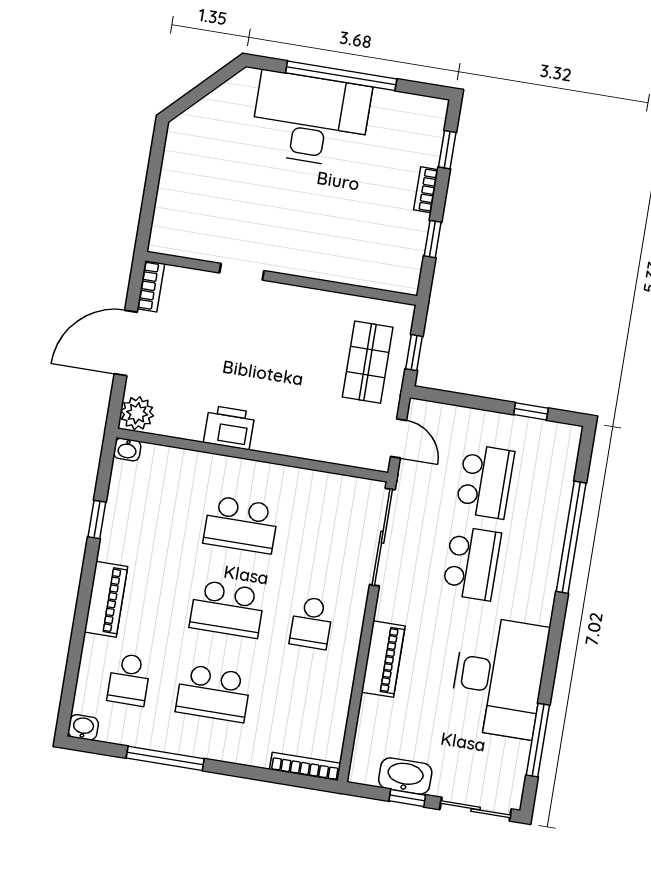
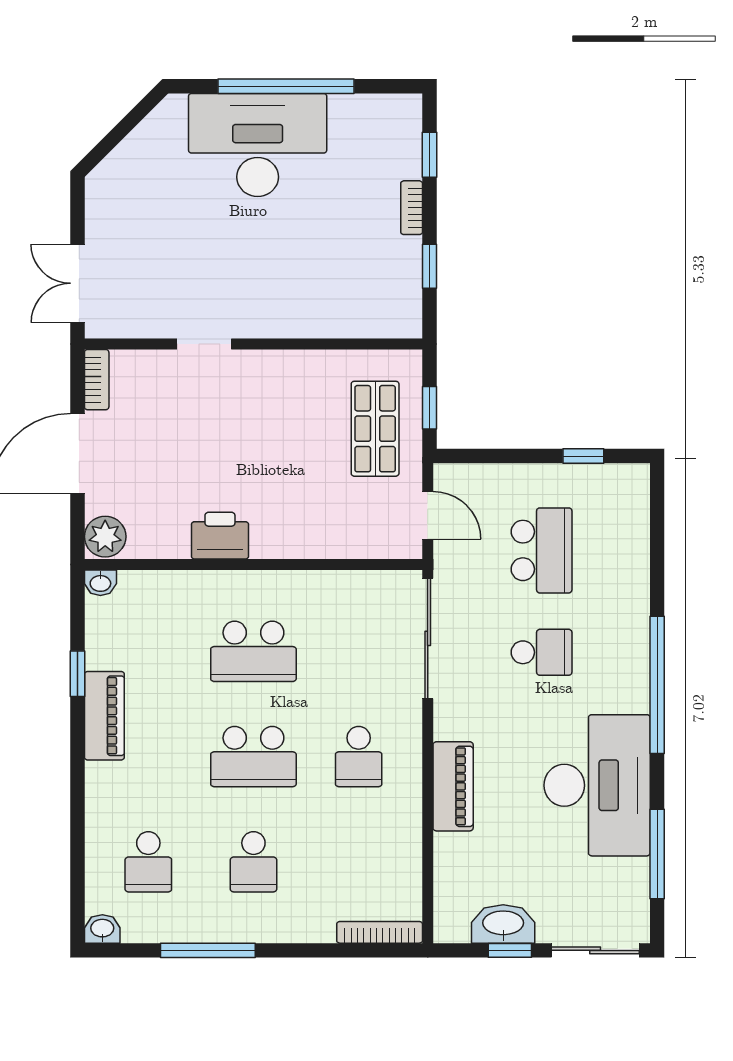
double door: (148, 207) -> (77, 283), added
window: (571, 537) -> (657, 685), moved
school desk: (472, 563) -> (542, 652), width x0.54
piano: (106, 599) -> (104, 716), moved
school desk: (213, 693) -> (253, 862), width x0.54

